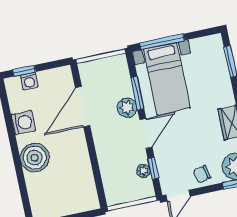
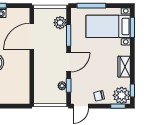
bed with nightstands: (167, 79) -> (108, 26), moved, turned 90
plant: (127, 108) -> (60, 23), moved

